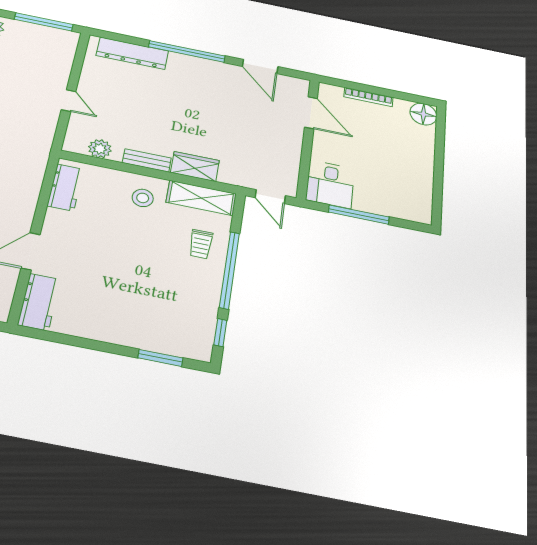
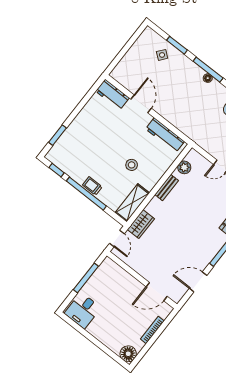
wardrobe: (195, 167) -> (141, 224), moved
desk: (330, 184) -> (83, 310), moved, turned -90
workbench: (65, 187) -> (165, 135), width x1.38
door: (270, 197) -> (117, 238), swing flipped
stool: (143, 198) -> (132, 165), moved
trolley: (201, 244) -> (92, 186), moved

